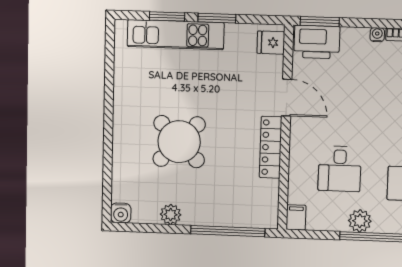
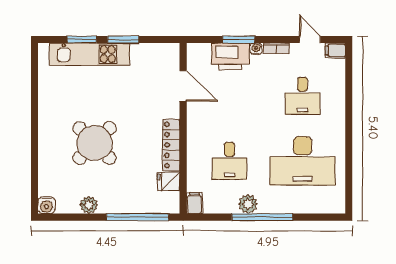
window: (320, 21) -> (239, 40), moved
printer: (317, 42) -> (230, 56), moved
fridge: (271, 43) -> (169, 182), moved
door: (287, 98) -> (183, 86), moved

